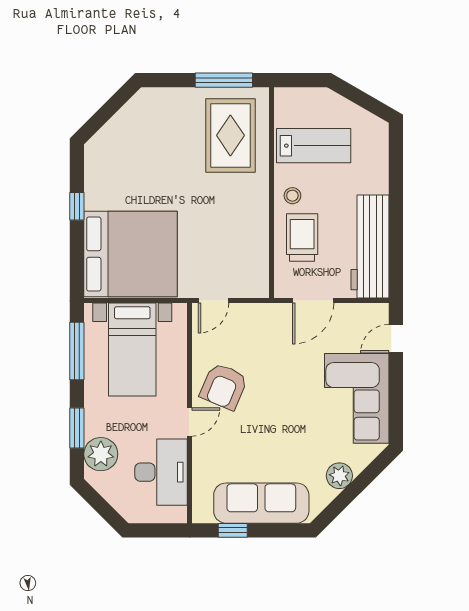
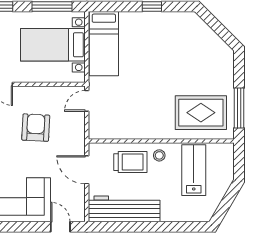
lab bench: (314, 146) -> (194, 170), turned 180
bed: (131, 254) -> (104, 44), width x0.49
door: (214, 301) -> (87, 101), hinge flipped
armchair: (224, 386) -> (36, 128), moved, turned 70

